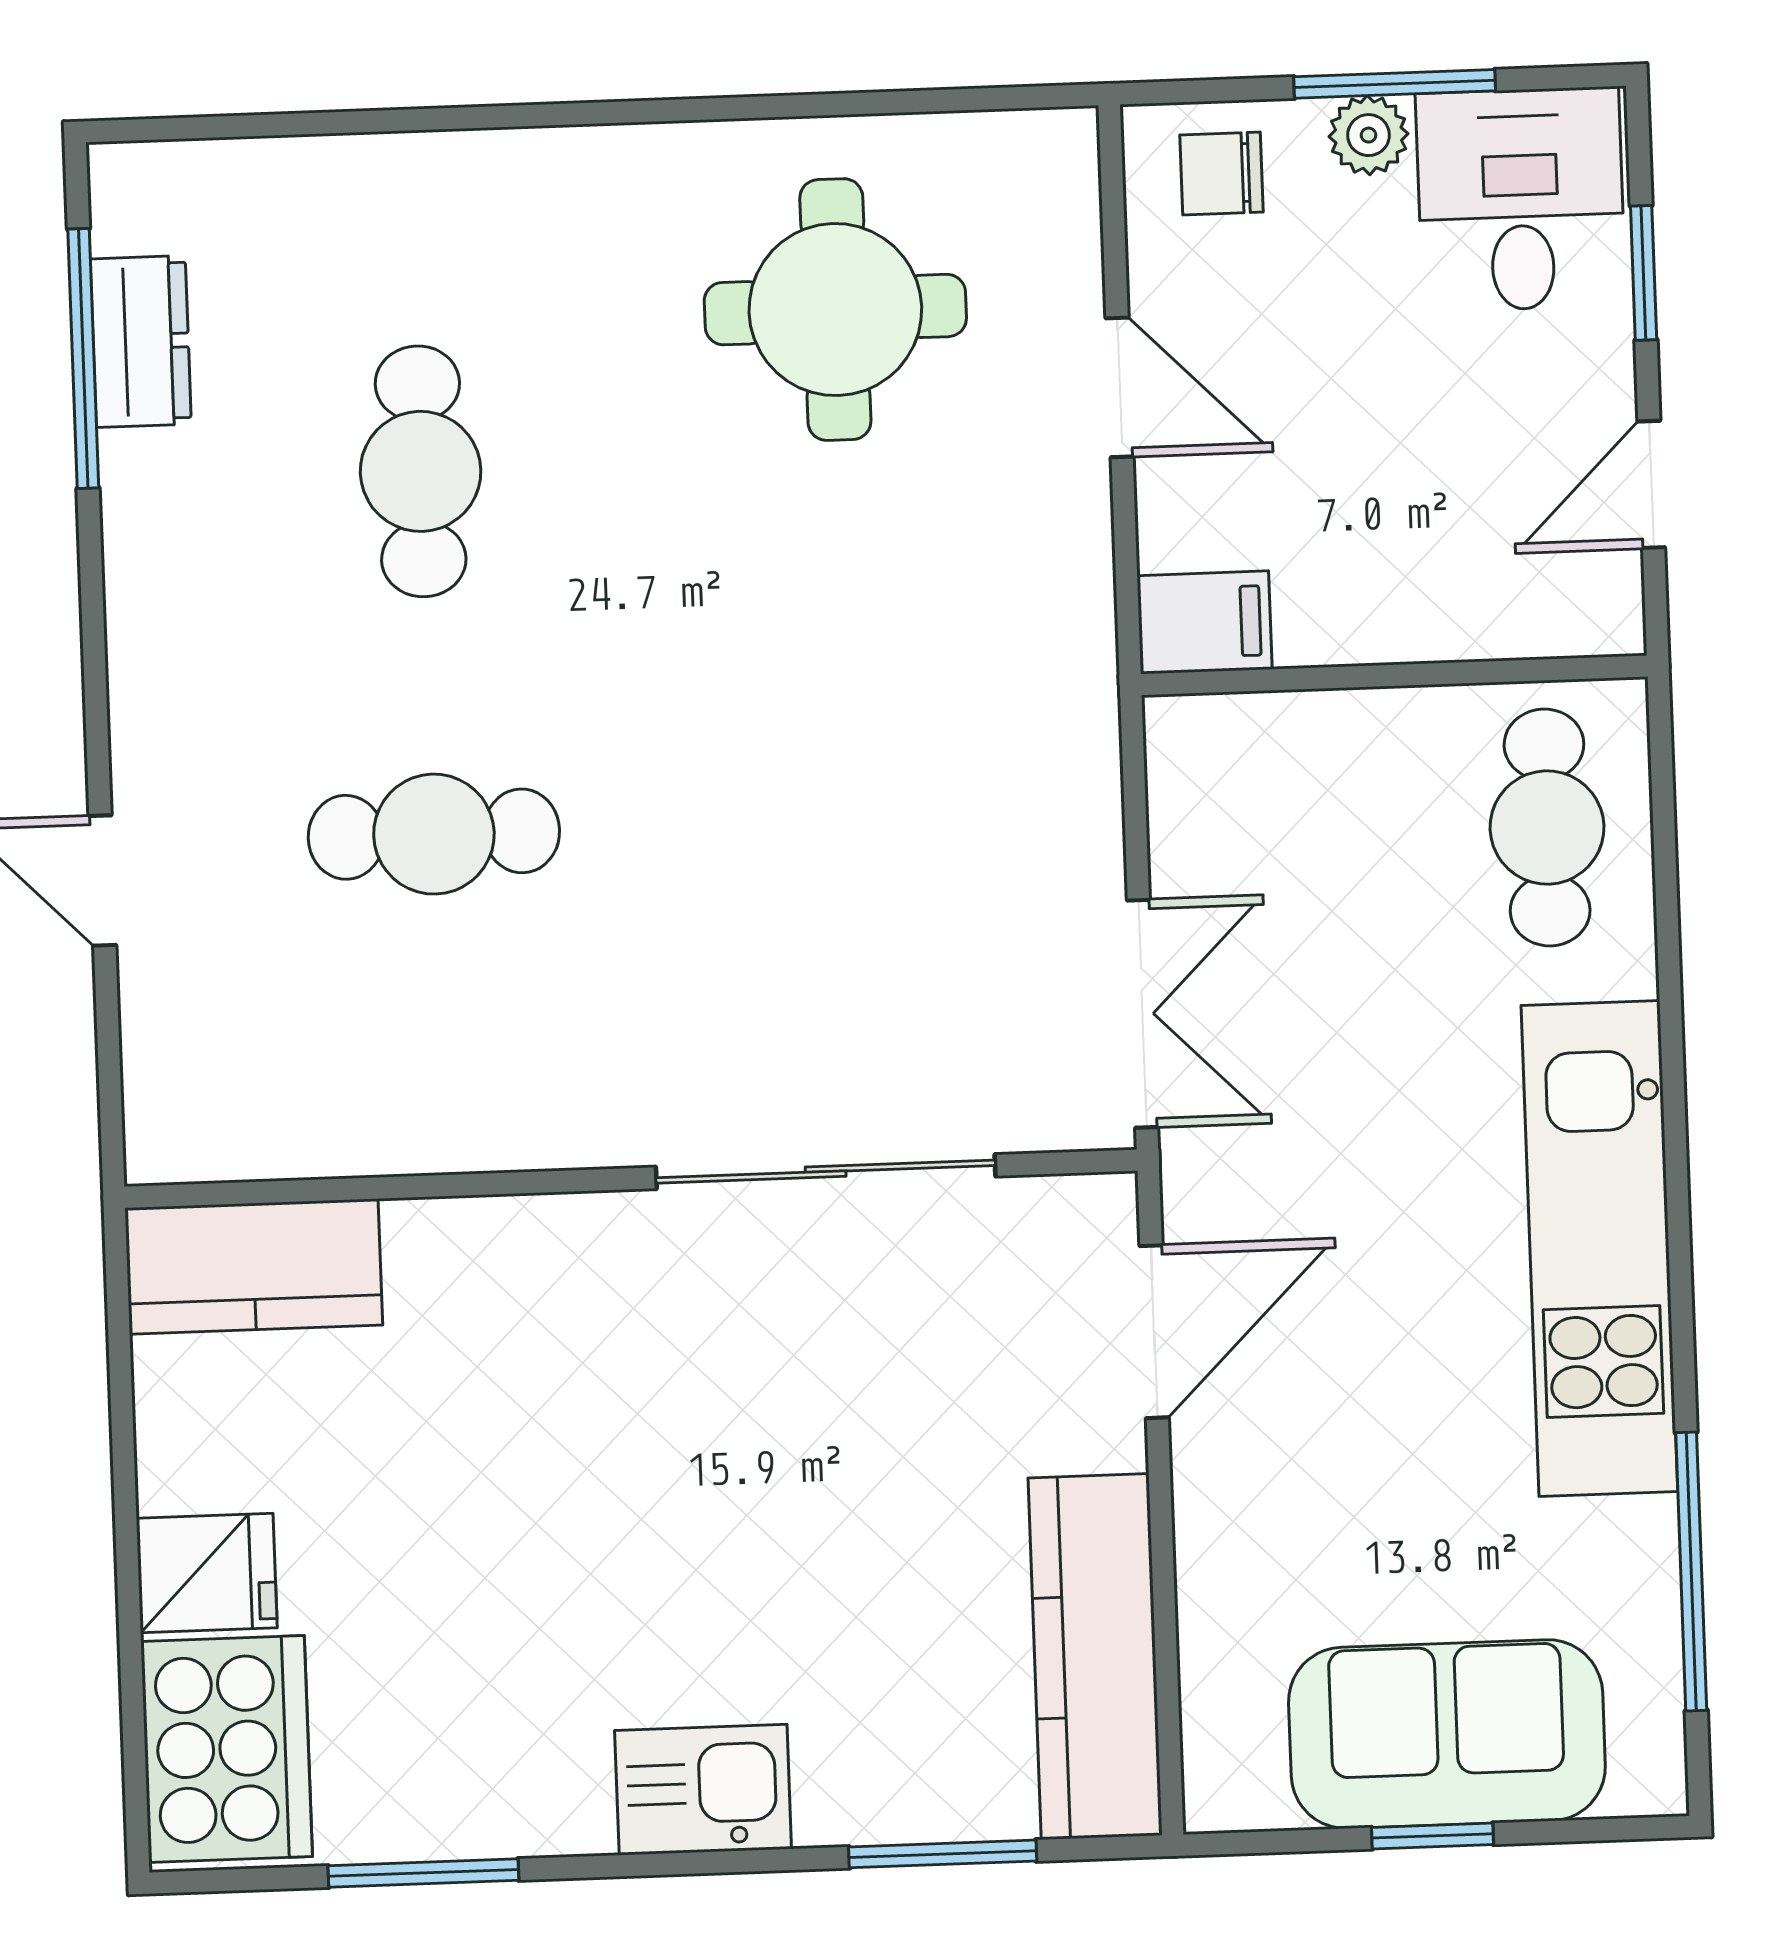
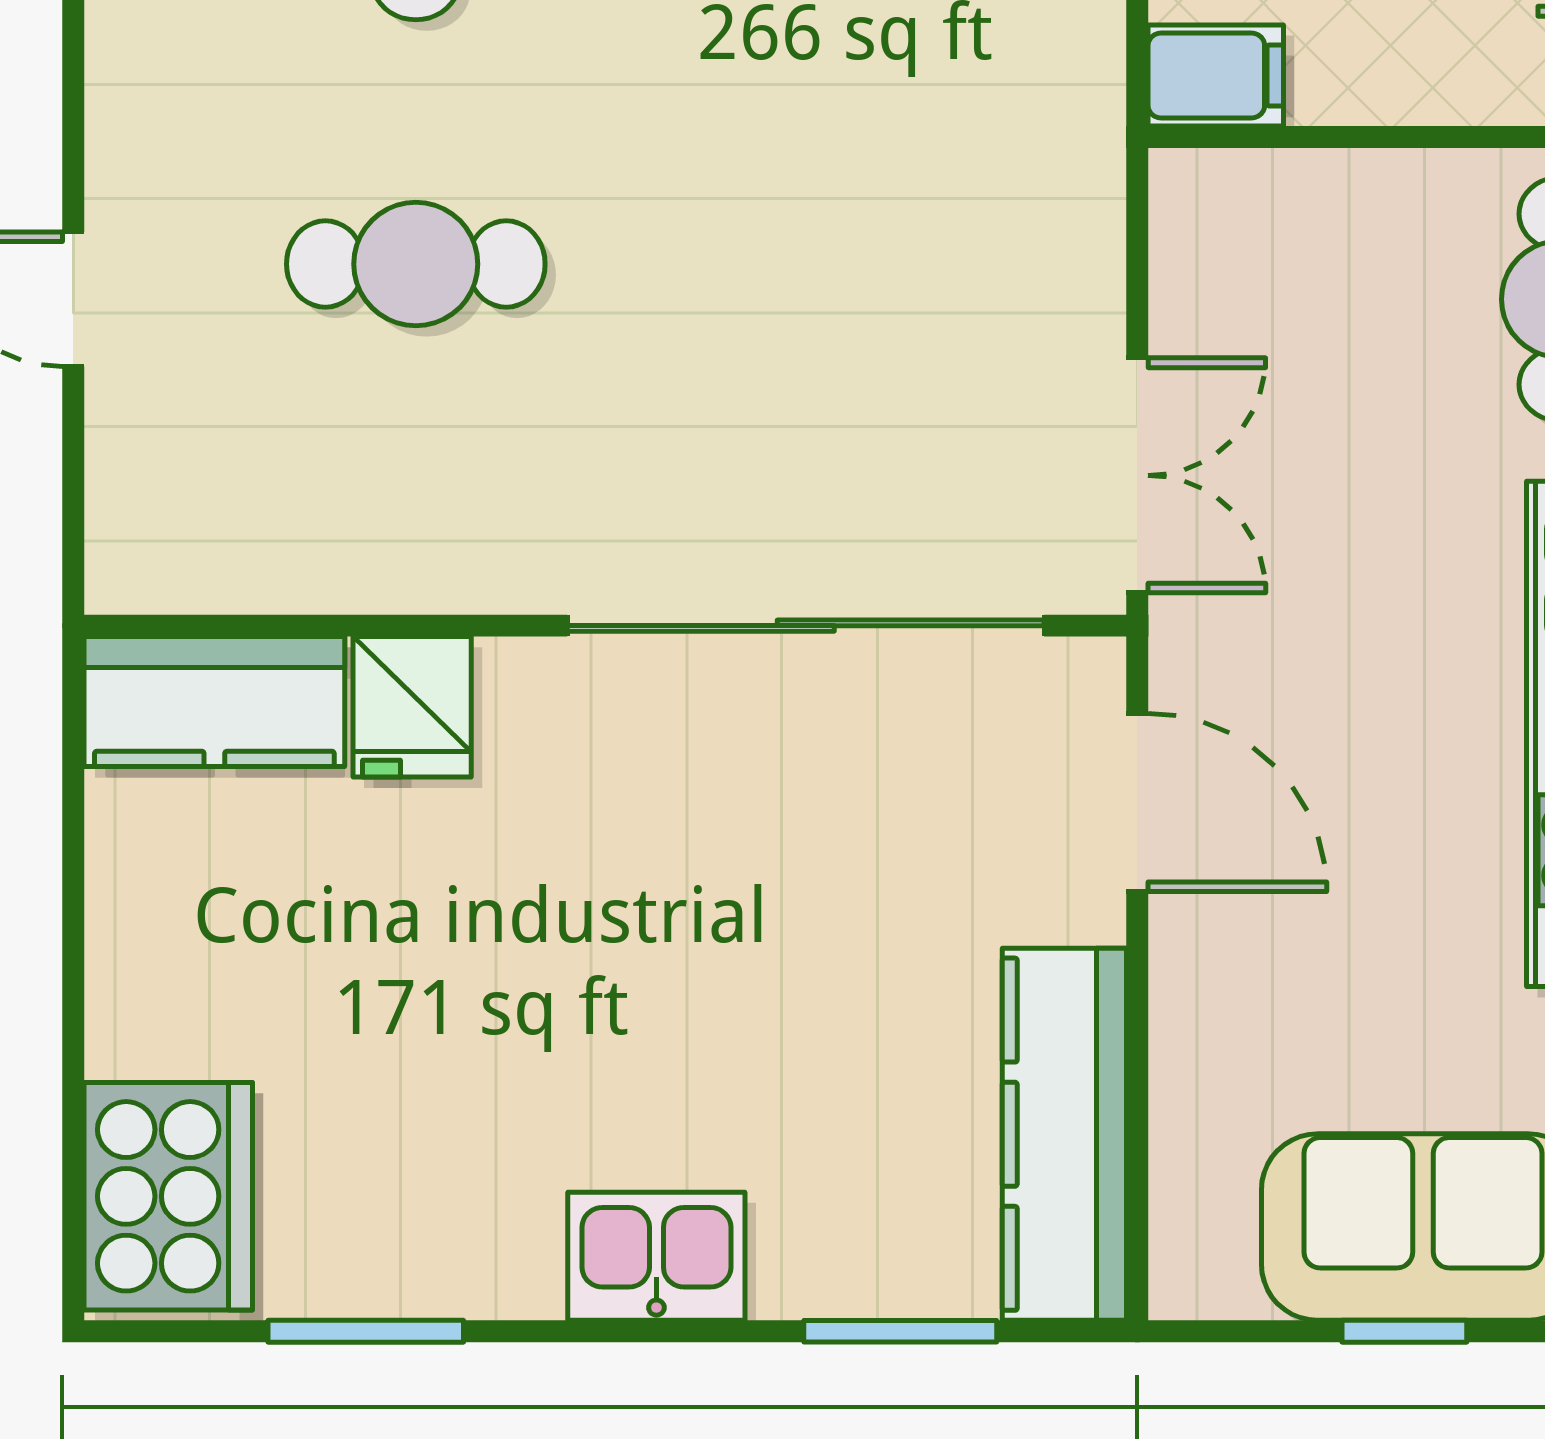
sliding door: (826, 1172) -> (806, 626), width x1.36
door: (1154, 1332) -> (1137, 803), hinge flipped
fridge: (207, 1573) -> (412, 707), moved, turned 90

